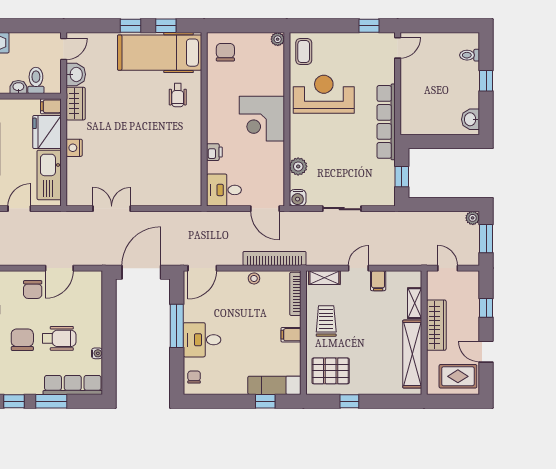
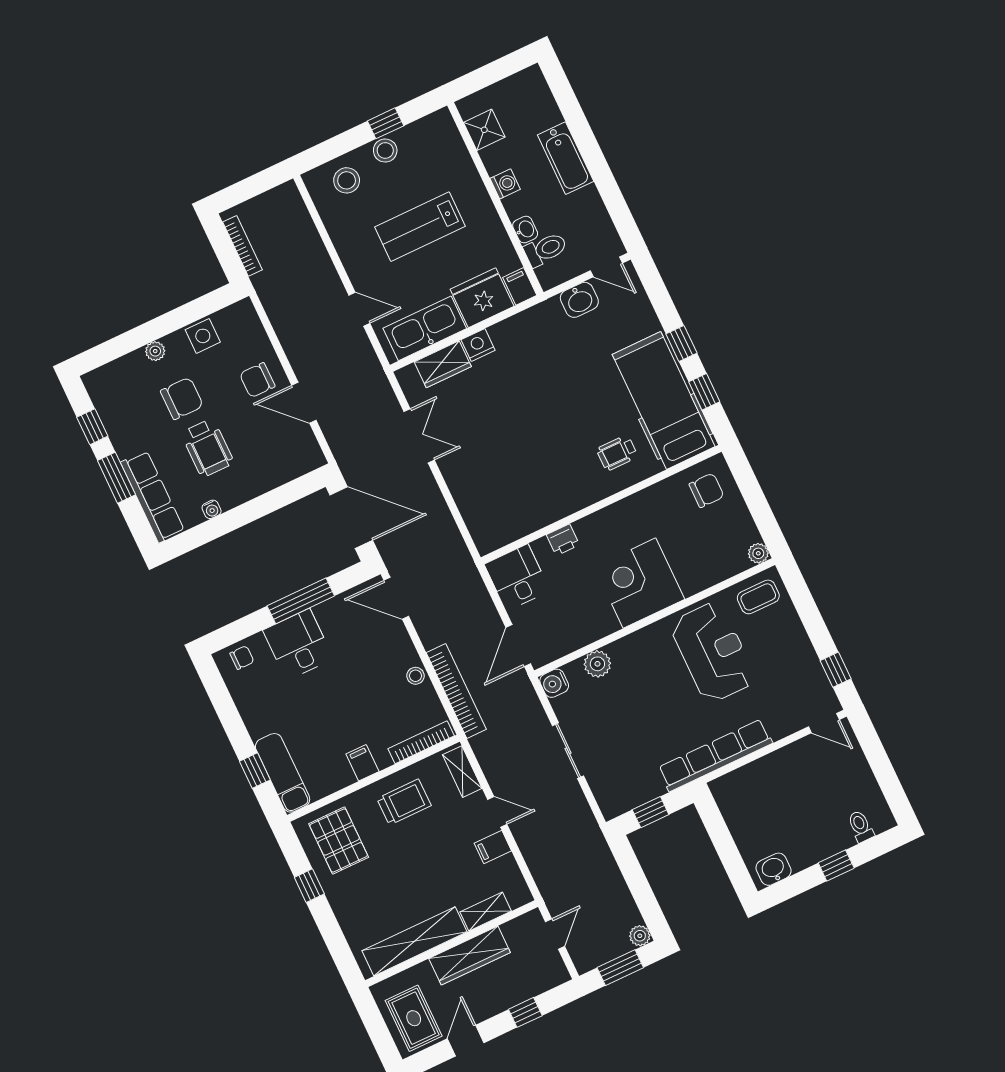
wardrobe: (76, 104) -> (443, 364), moved

